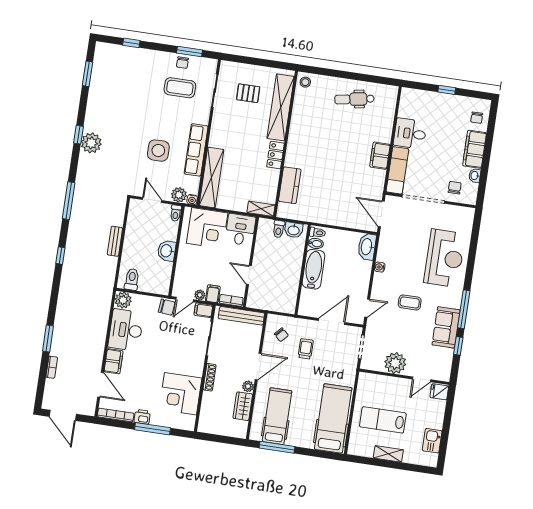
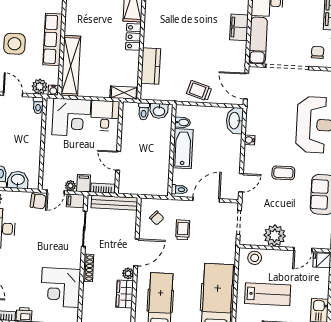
trolley: (335, 214) -> (199, 91), added
toilet: (317, 233) -> (179, 190), moved
washbasin: (167, 251) -> (18, 180), moved, turned 90
stool: (374, 383) -> (255, 258), added
lab bench: (383, 420) -> (268, 294), turned 180

